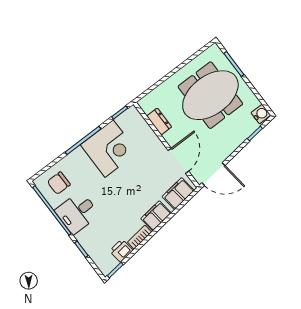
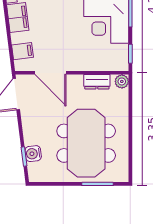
plant: (145, 103) -> (122, 81), added
water cooler: (261, 114) -> (33, 154), moved, turned 83
filing cabinet: (178, 194) -> (22, 51), width x0.50

